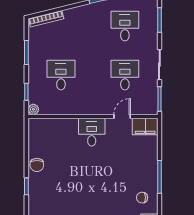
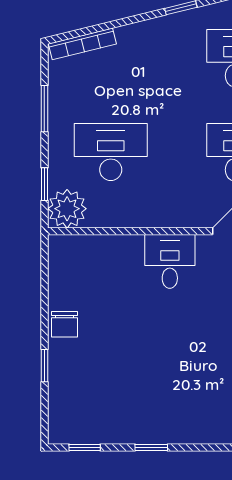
desk: (61, 75) -> (111, 152), width x1.37
plant: (33, 109) -> (67, 209), width x1.88, depth x1.88

